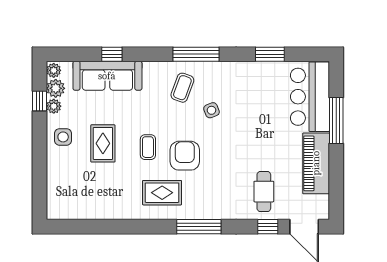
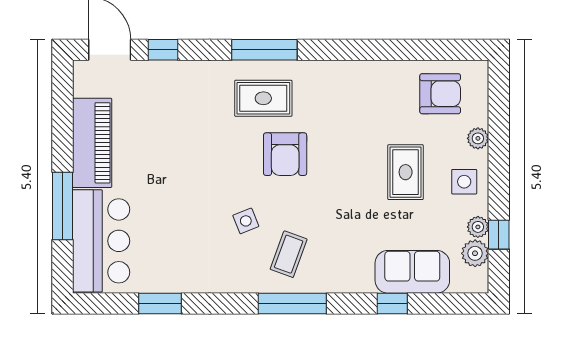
window: (196, 54) -> (292, 303), moved
plant: (54, 70) -> (478, 138), moved
sofa: (107, 76) -> (412, 272), width x0.73
coffee table: (148, 147) -> (339, 167), removed
cafe table: (264, 192) -> (169, 101), removed
rug: (162, 193) -> (263, 98), moved
armchair: (79, 197) -> (440, 94), added

